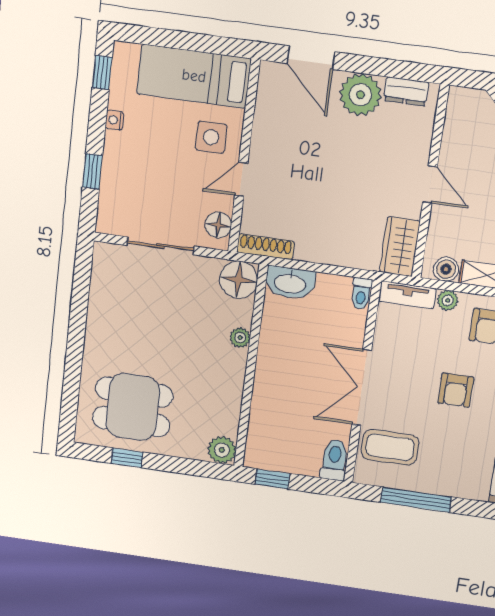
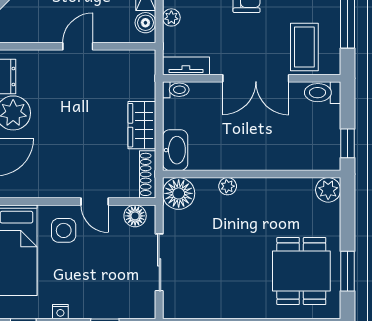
wardrobe: (400, 247) -> (142, 125), moved, turned 90
tv unit: (407, 295) -> (186, 66), moved, turned -90
window: (127, 458) -> (347, 271), width x1.50

